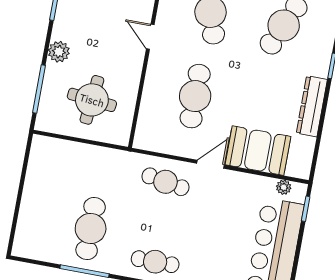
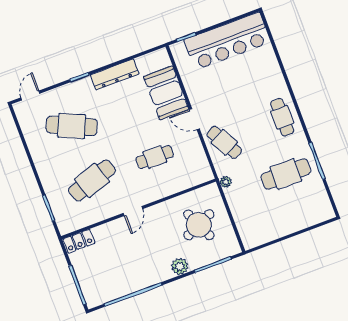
cafe table: (195, 96) -> (155, 157), width x0.73, depth x0.74
round table: (92, 100) -> (199, 225), turned -31
cafe table: (165, 182) -> (224, 142), turned -38
plant: (284, 187) -> (226, 182), moved

